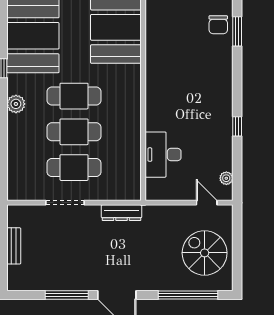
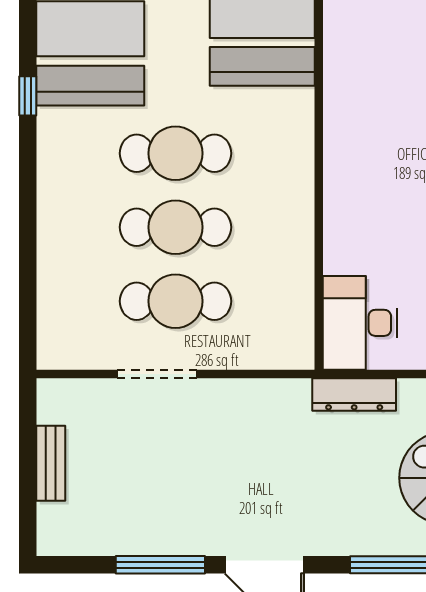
plant: (16, 104) -> (55, 170), removed
desk: (163, 155) -> (360, 323), moved
dresser: (122, 213) -> (354, 395), moved

